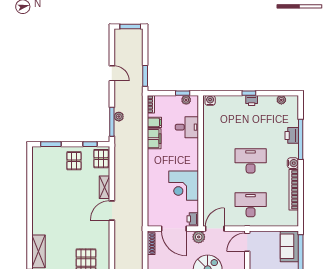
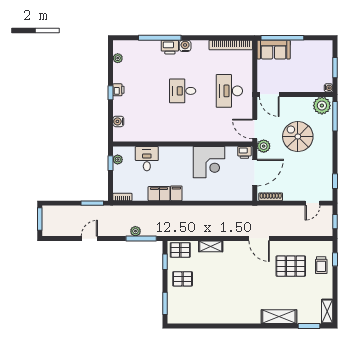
water cooler: (210, 100) -> (118, 121), moved
filing cabinet: (154, 122) -> (176, 193), moved
printer: (292, 135) -> (170, 47), moved
desk: (251, 161) -> (183, 91), width x0.73
bookcase: (294, 190) -> (231, 45), moved
door: (112, 210) -> (259, 239), moved

